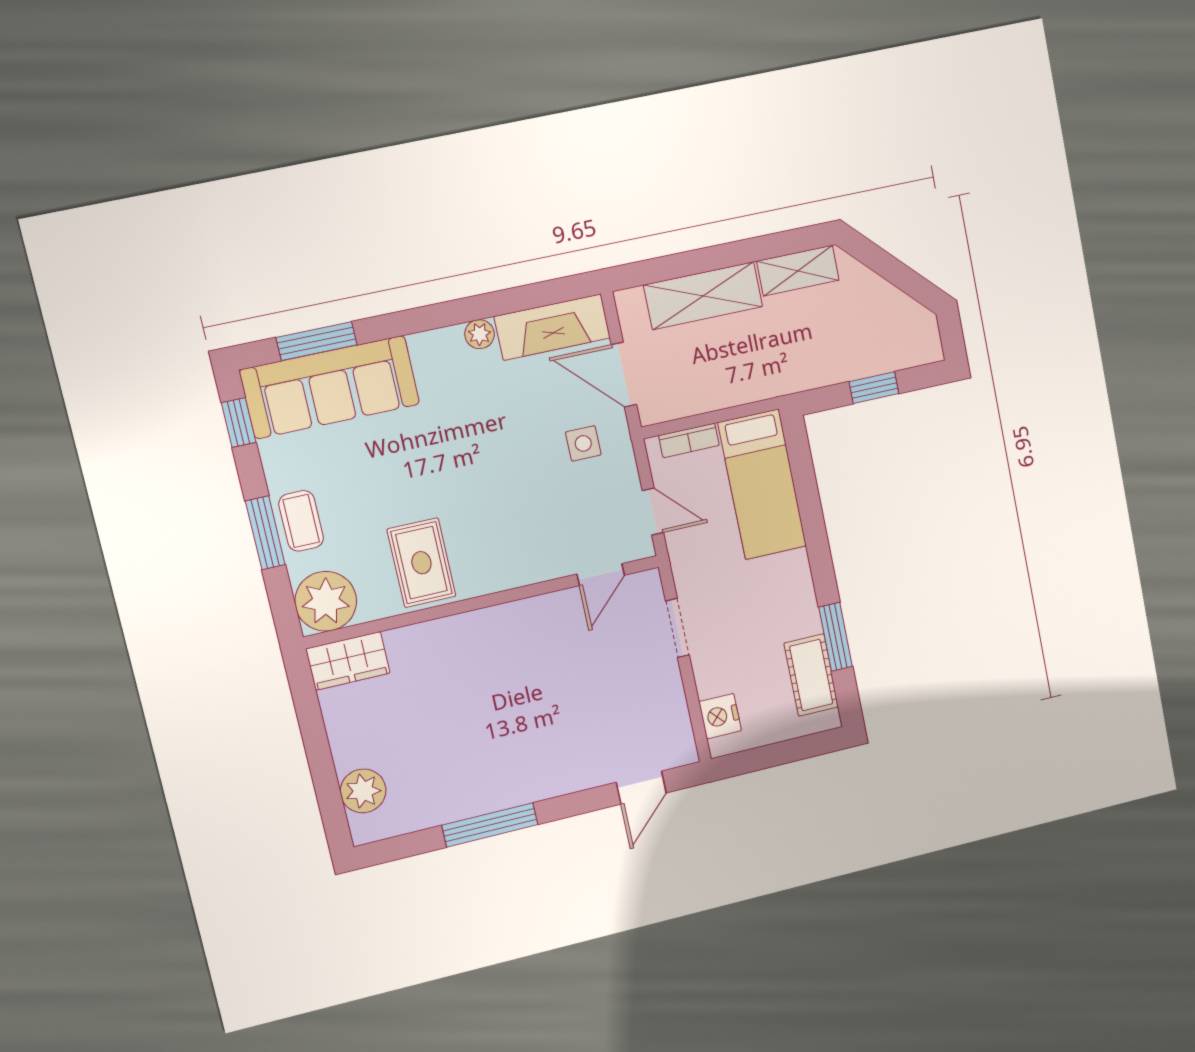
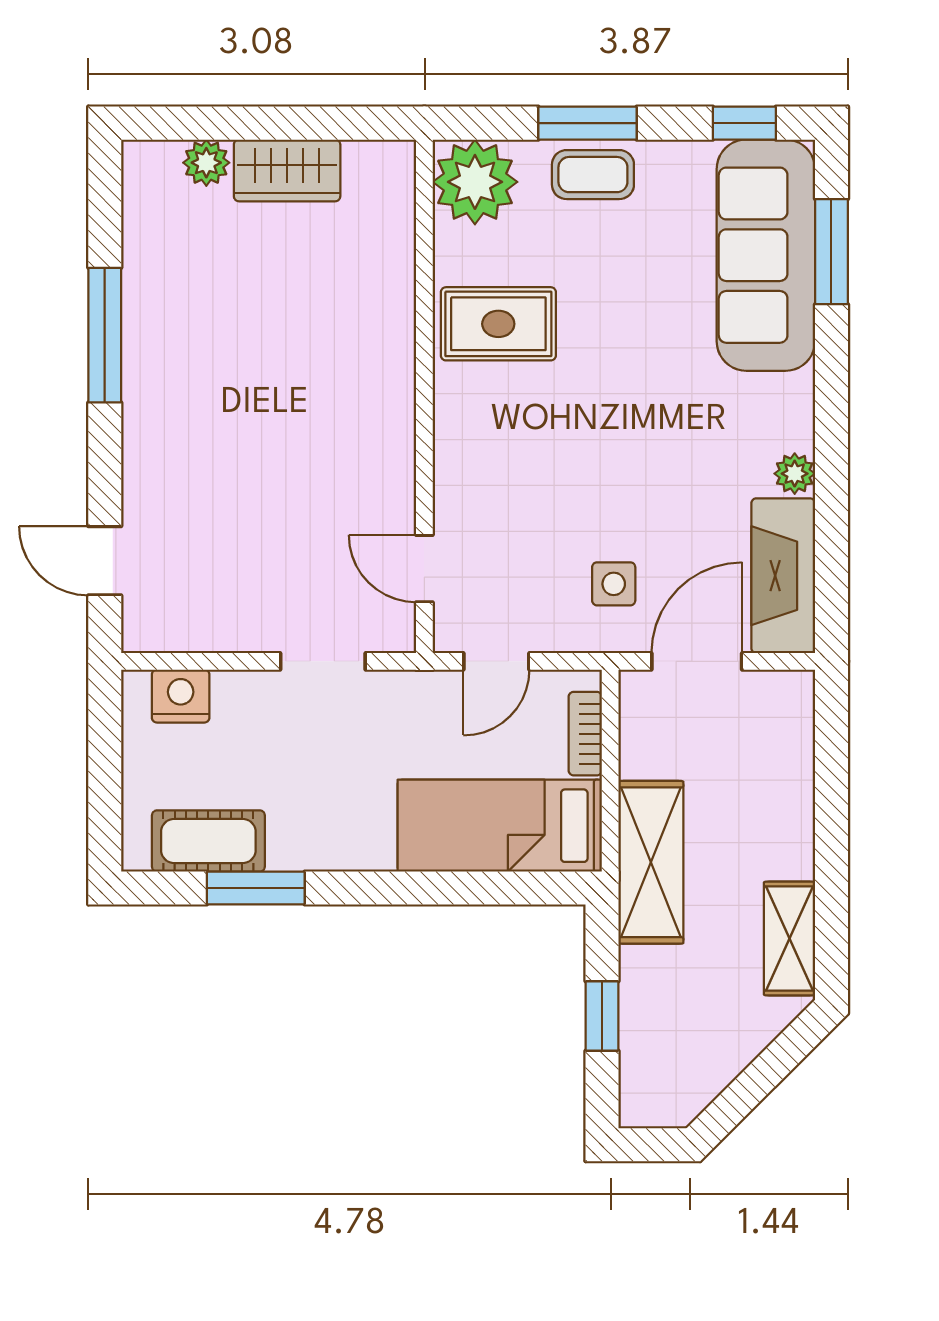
shelving: (703, 296) -> (651, 862), moved
wardrobe: (348, 661) -> (287, 170), moved, turned -90
plant: (363, 791) -> (206, 163), width x0.73, depth x0.73

